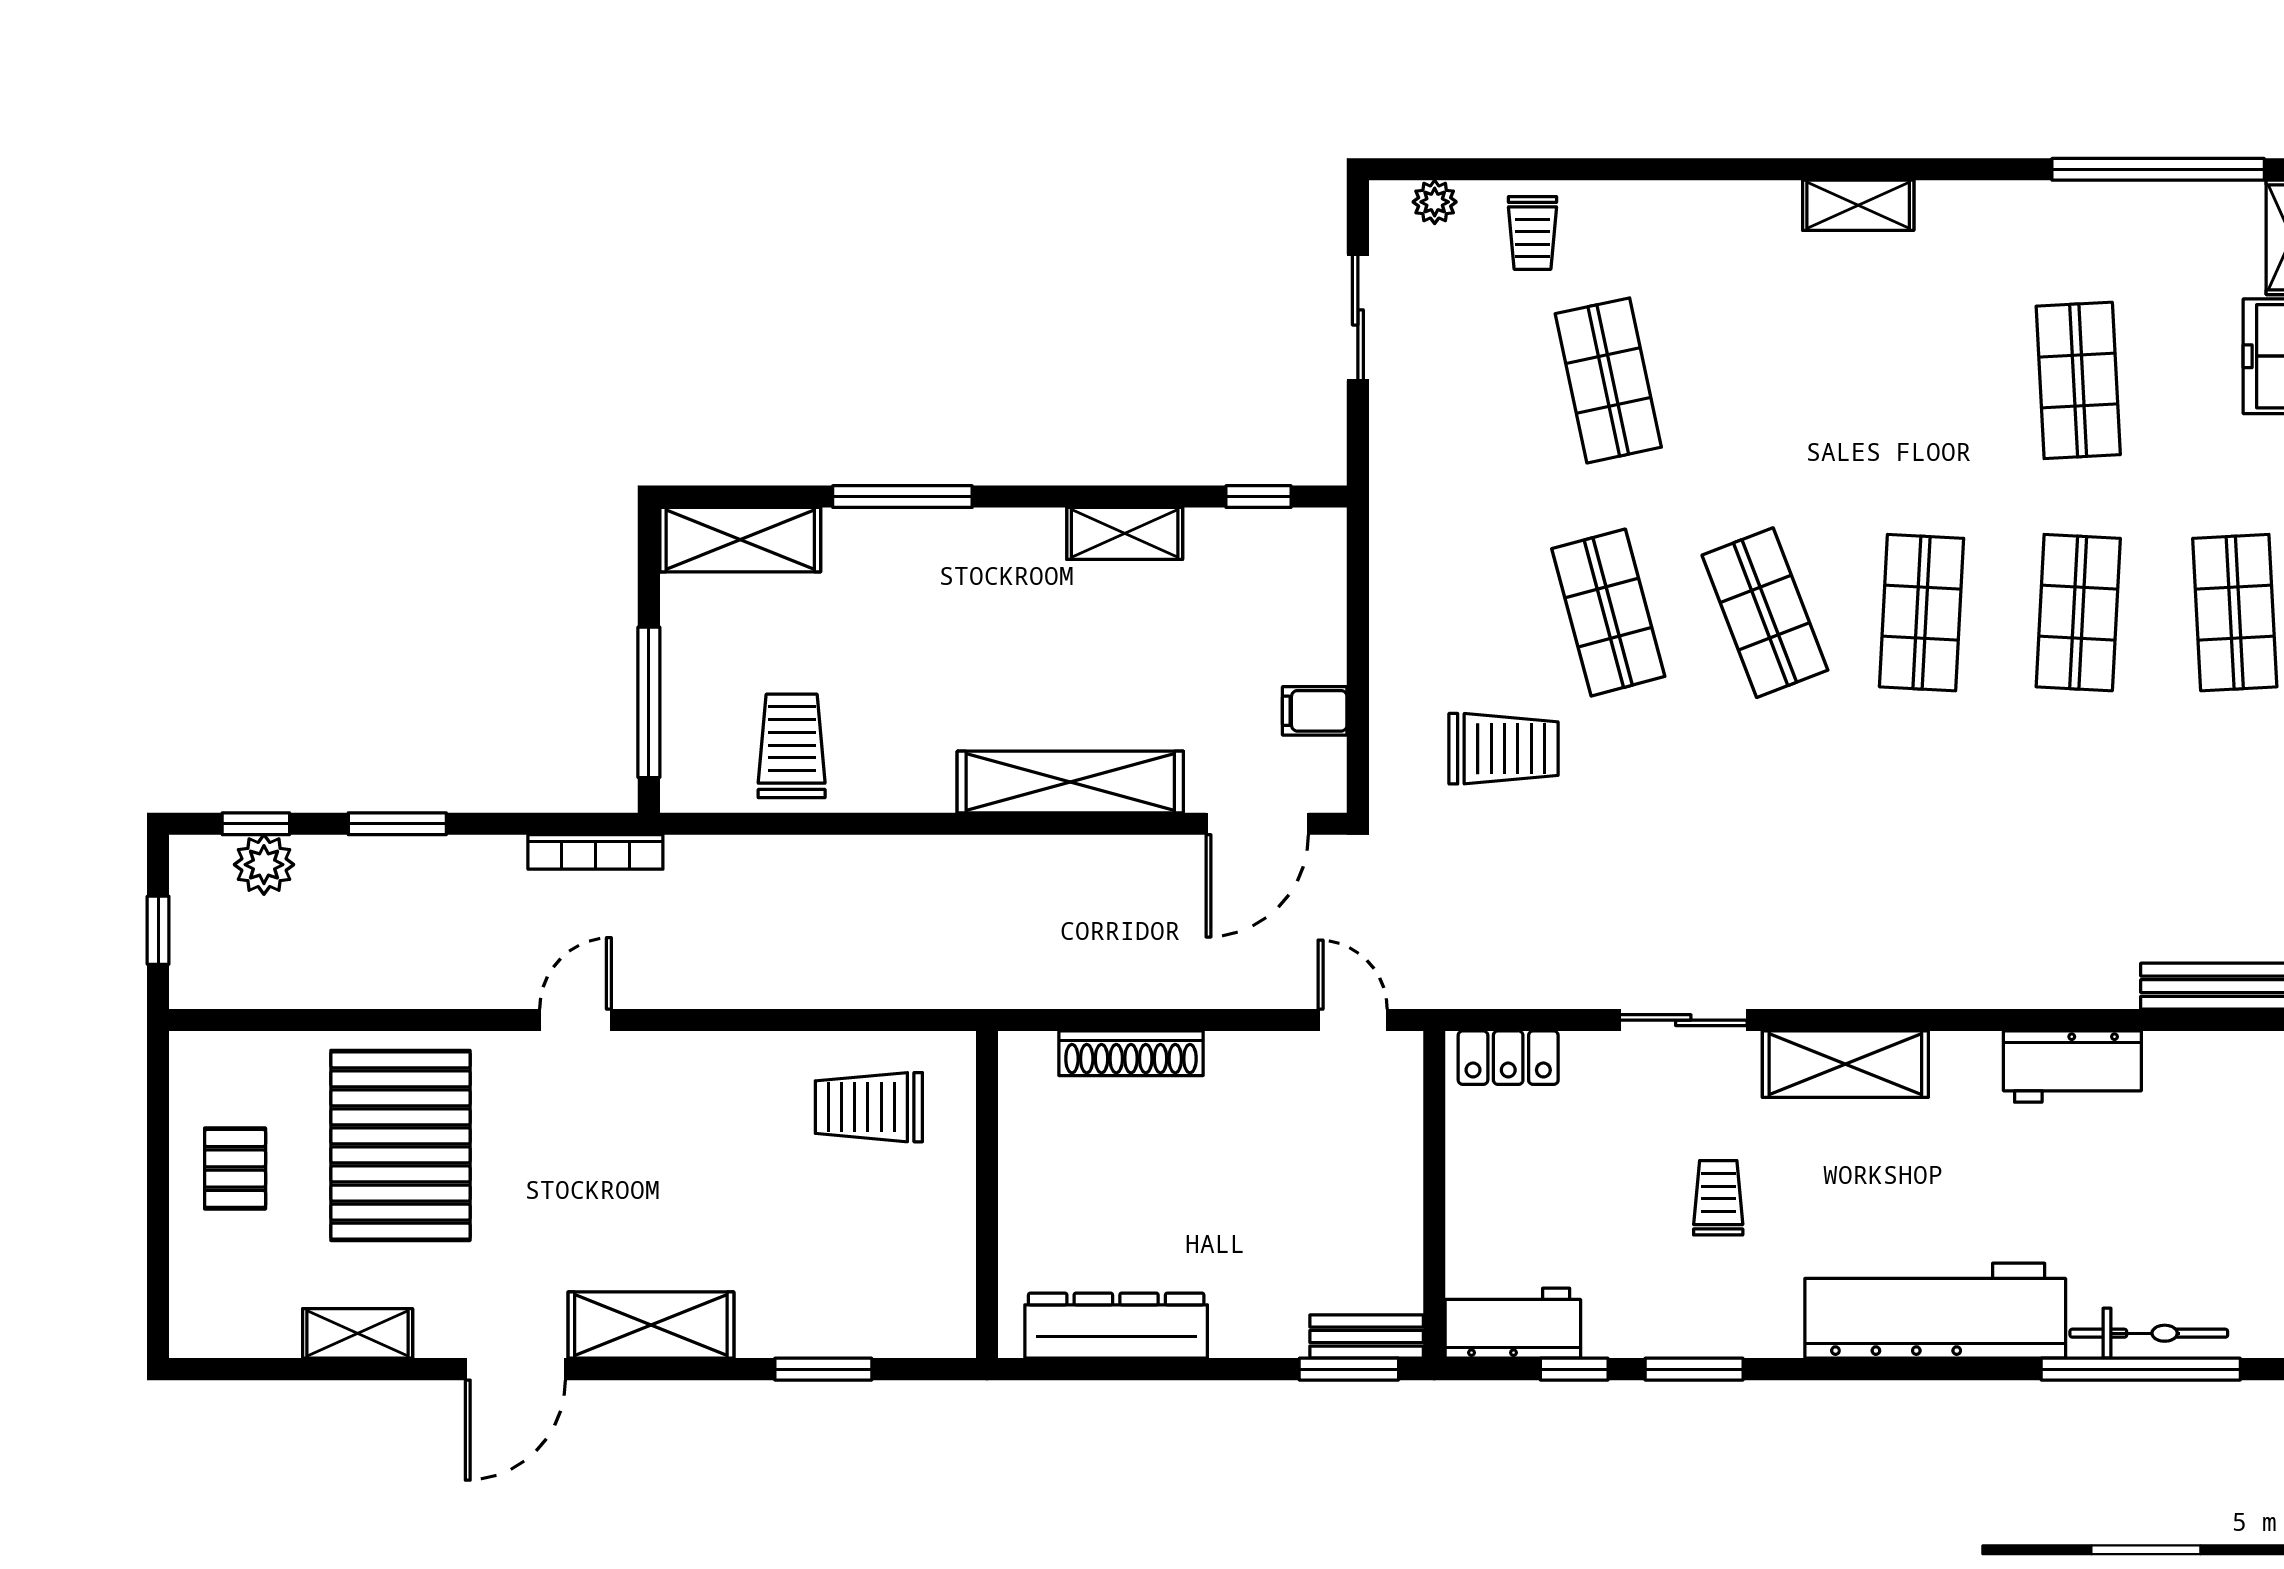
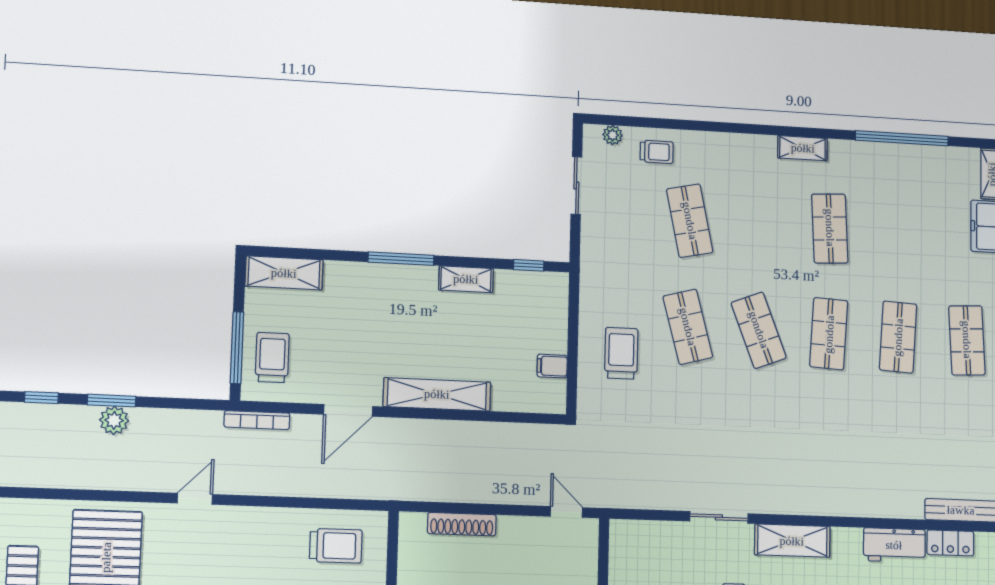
window: (2158, 169) -> (902, 138), moved
trolley: (1532, 233) -> (657, 152), turned -90
shop shelf: (2078, 380) -> (830, 228), moved
window: (902, 497) -> (401, 259), moved
trolley: (792, 746) -> (272, 358), moved
trolley: (1503, 749) -> (621, 353), moved, turned -90
door: (1257, 824) -> (348, 410), moved
bookcase: (595, 852) -> (257, 420), moved
plant: (264, 865) -> (114, 420), moved
locker: (1508, 1058) -> (950, 543), moved
trolley: (869, 1107) -> (336, 546), turned 180

